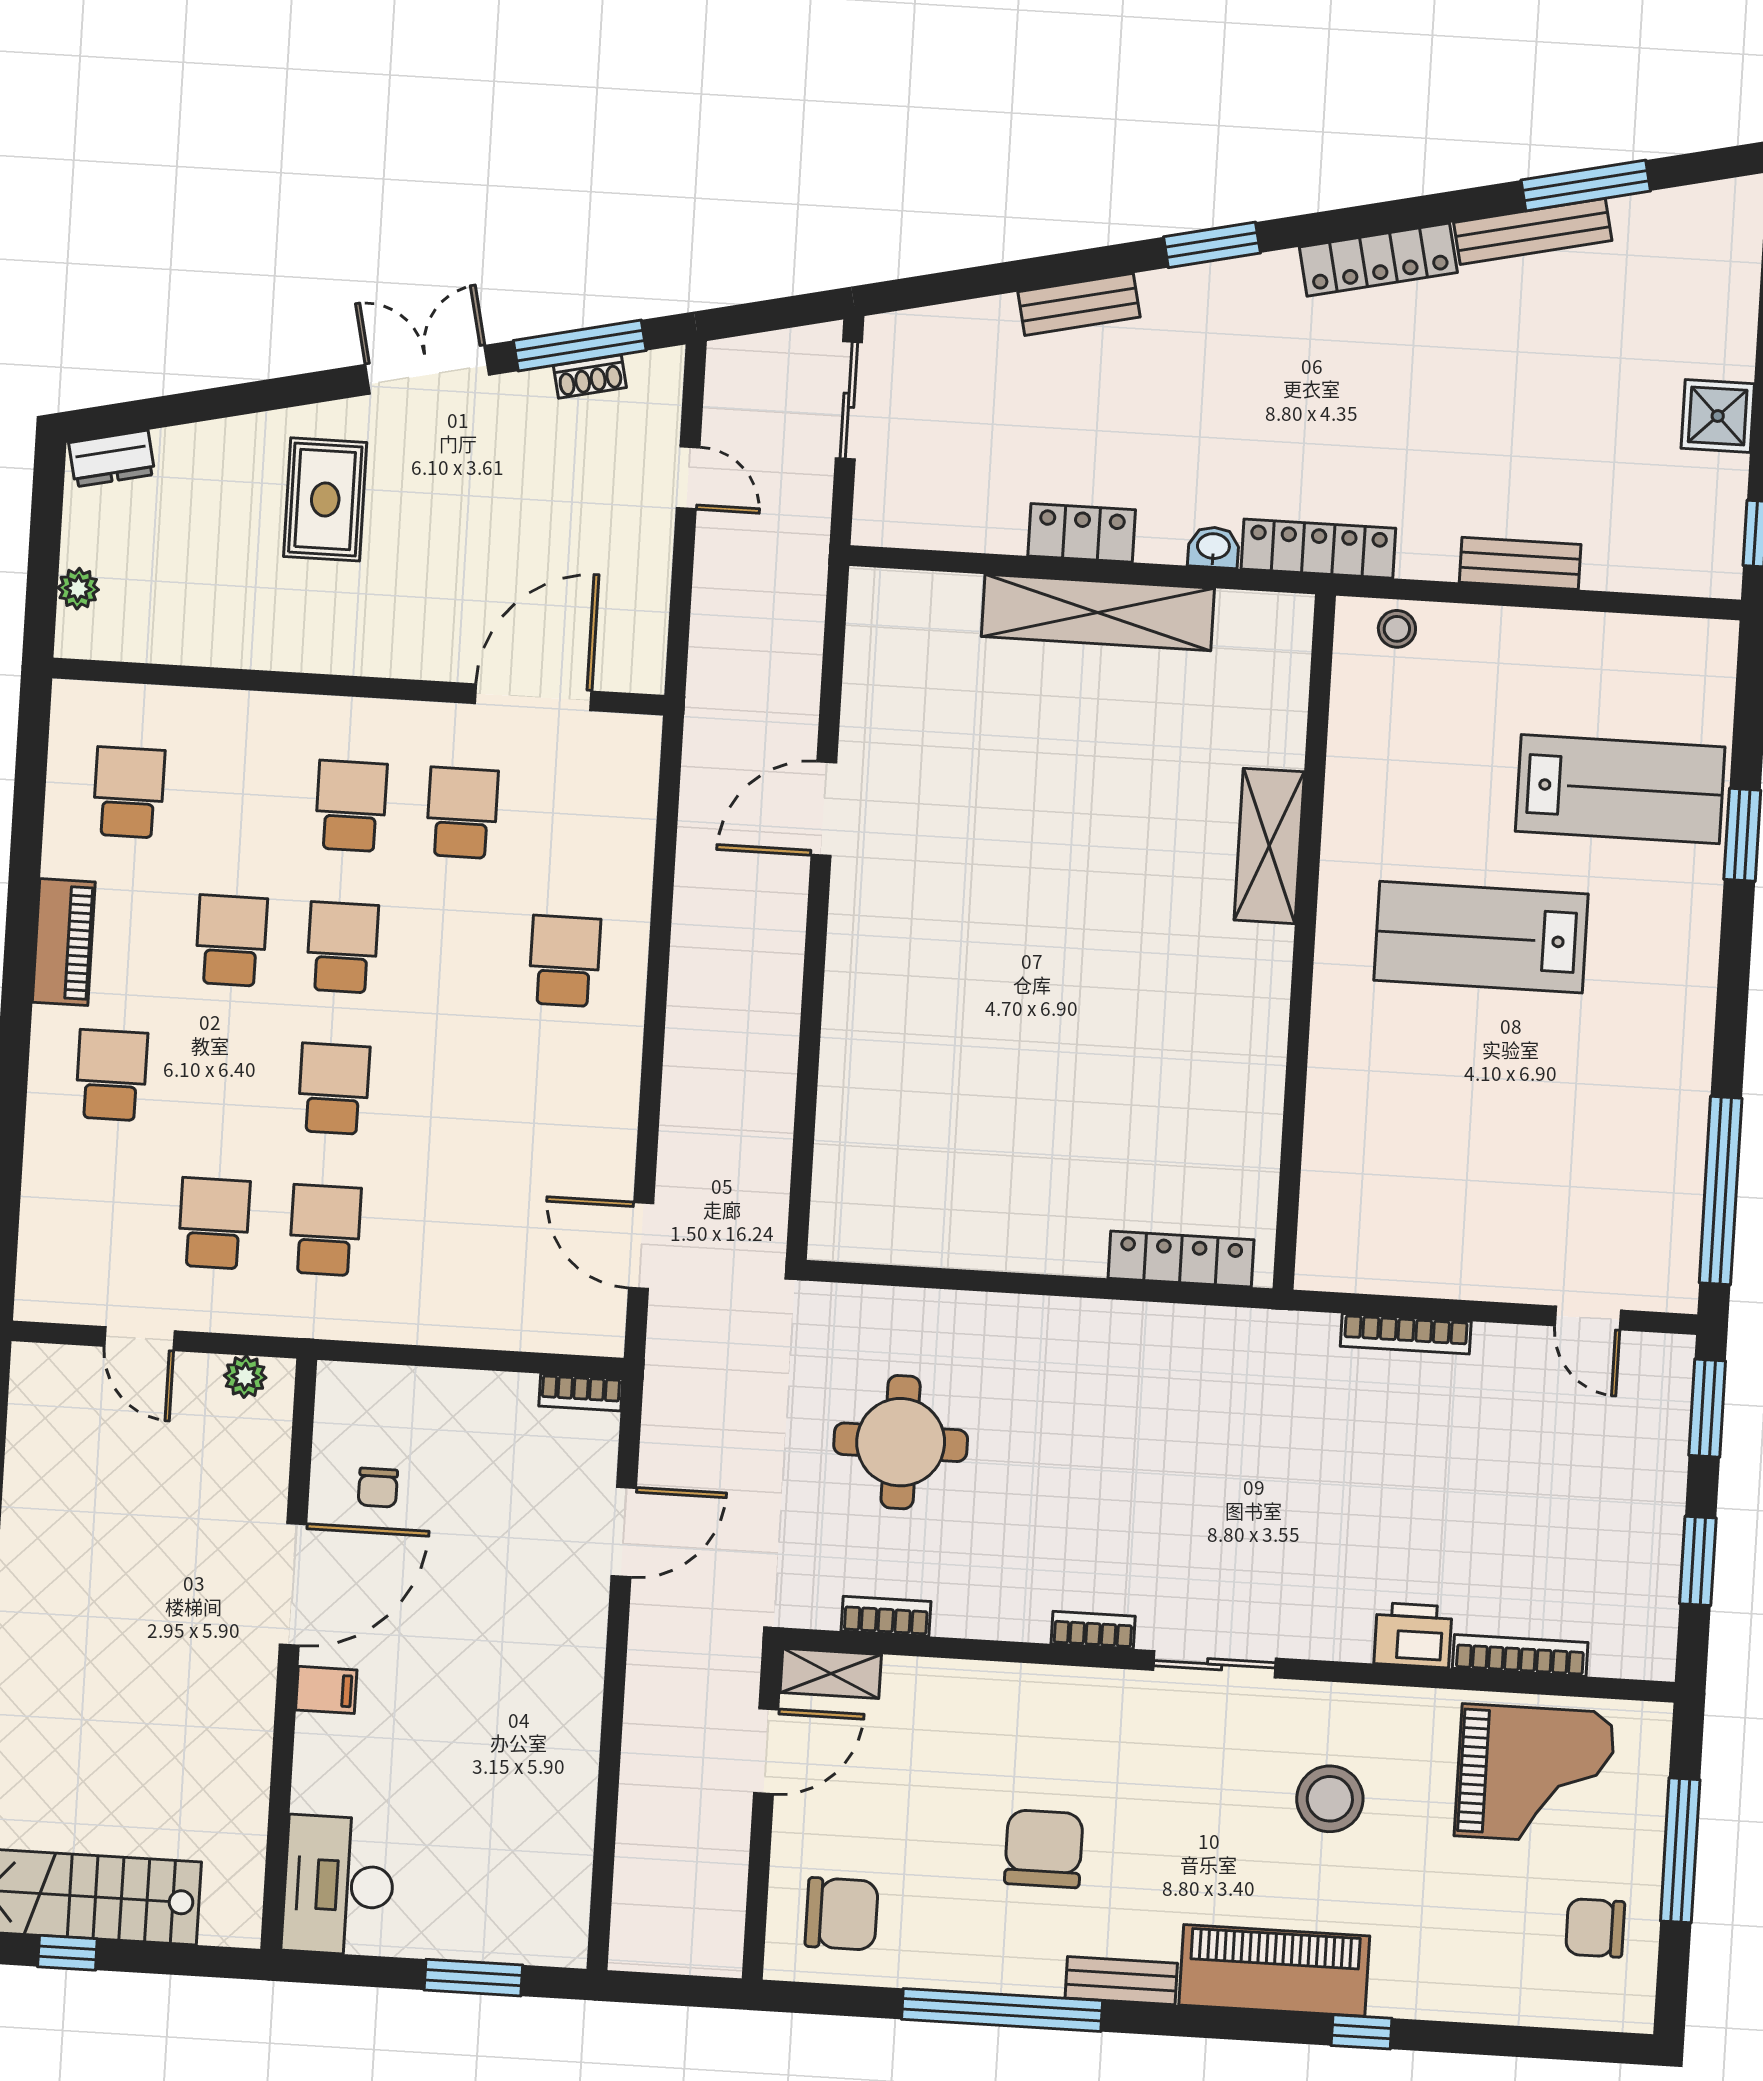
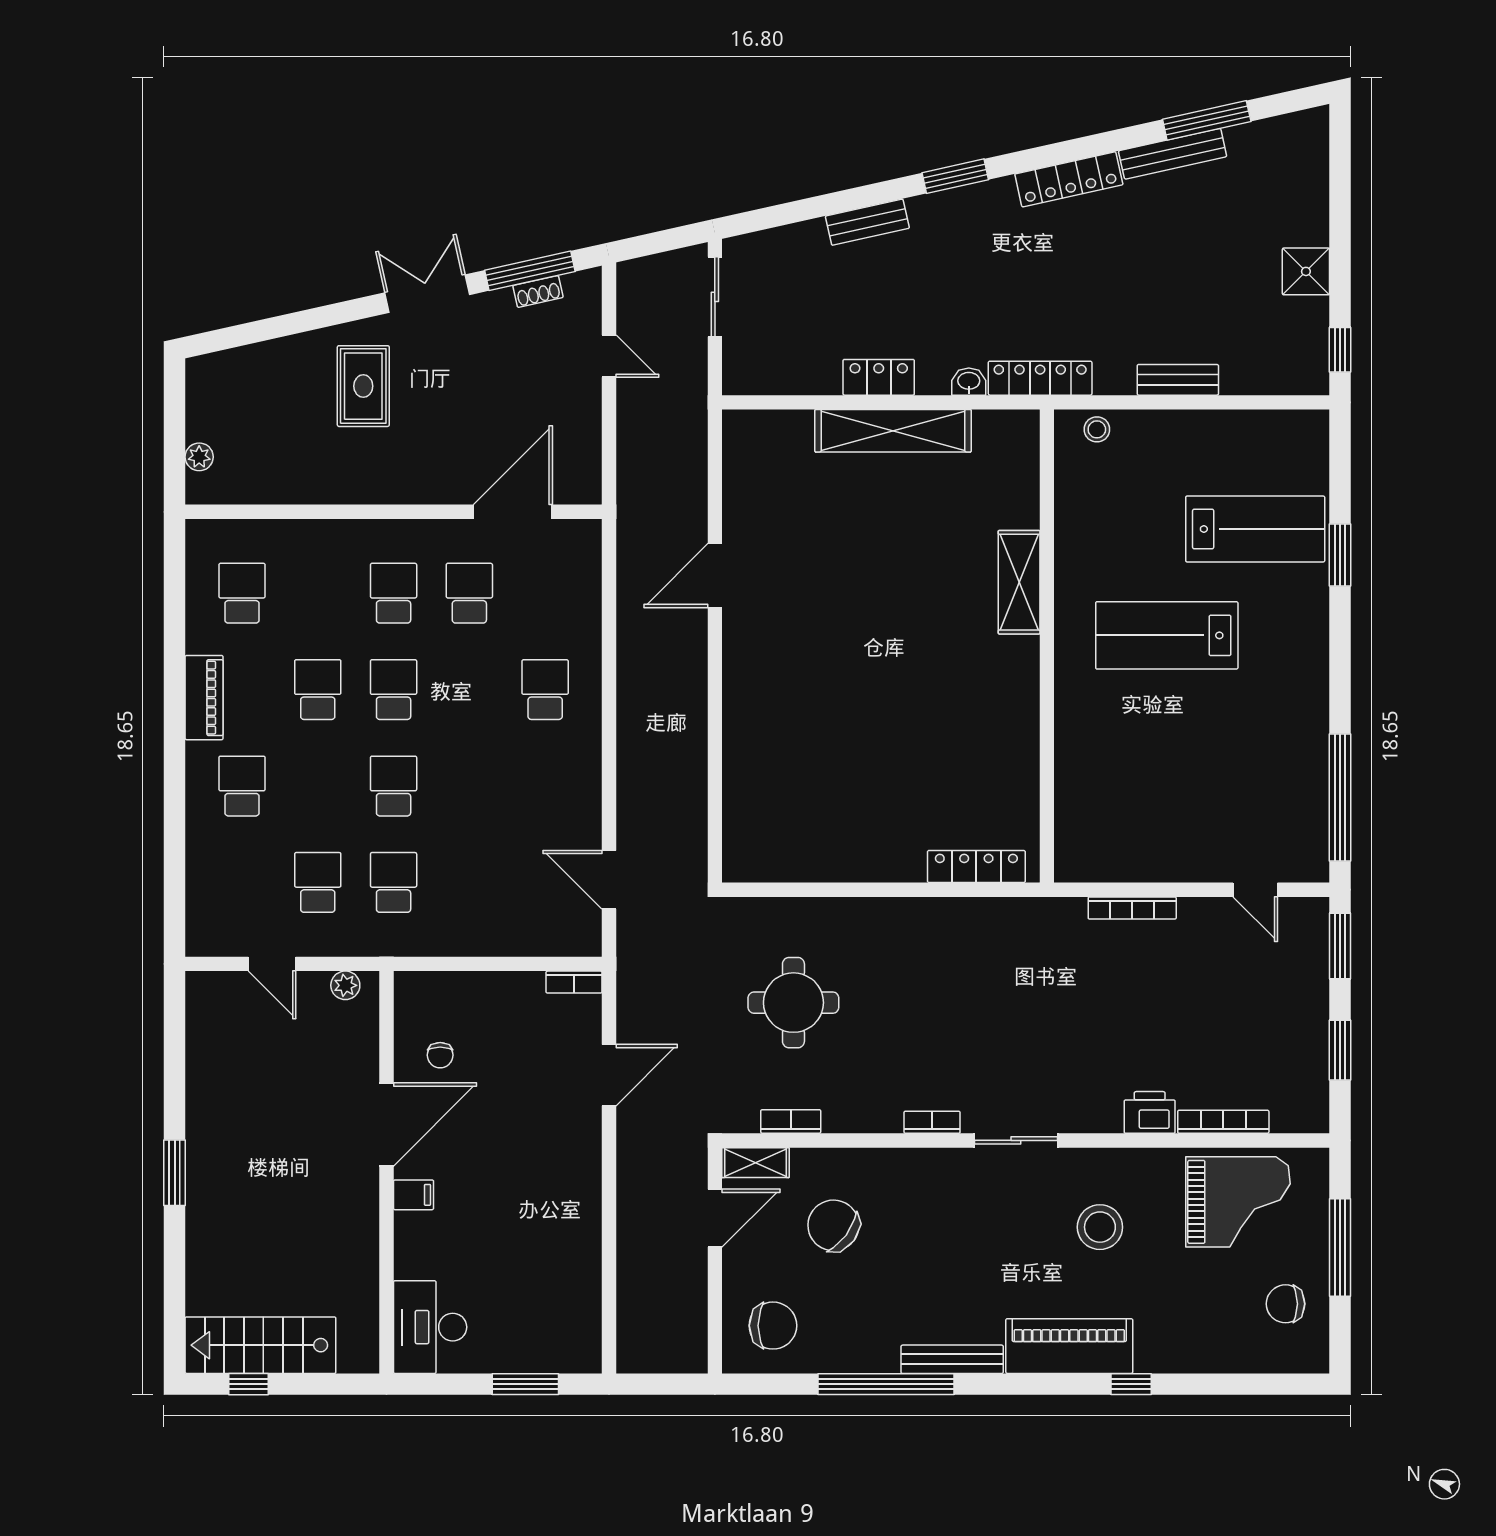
dresser: (112, 459) -> (217, 367), removed
chair: (1044, 1849) -> (833, 1225), moved, turned -53
bench: (1121, 1981) -> (952, 1359), width x1.36

